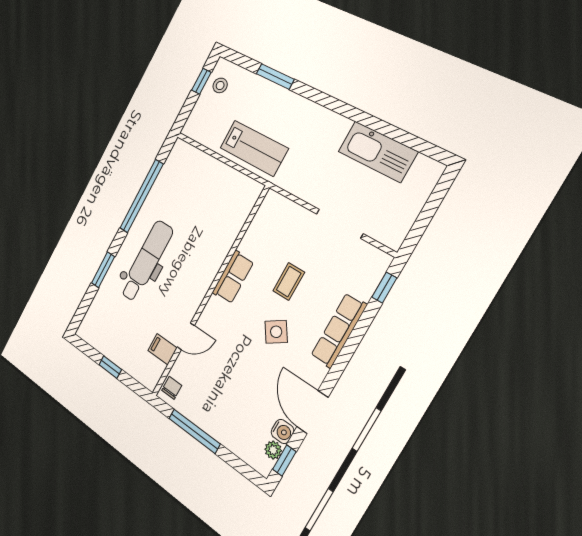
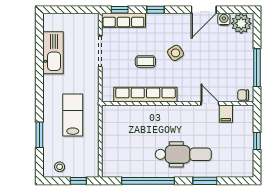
window: (201, 81) -> (78, 181), moved
lab bench: (254, 148) -> (73, 115), moved
dental chair: (146, 261) -> (183, 154), turned 180
row of seats: (233, 277) -> (145, 95), width x2.02
row of seats: (339, 330) -> (123, 20), moved
plant: (273, 450) -> (241, 23), width x1.88, depth x1.88
window: (284, 460) -> (155, 10), moved

